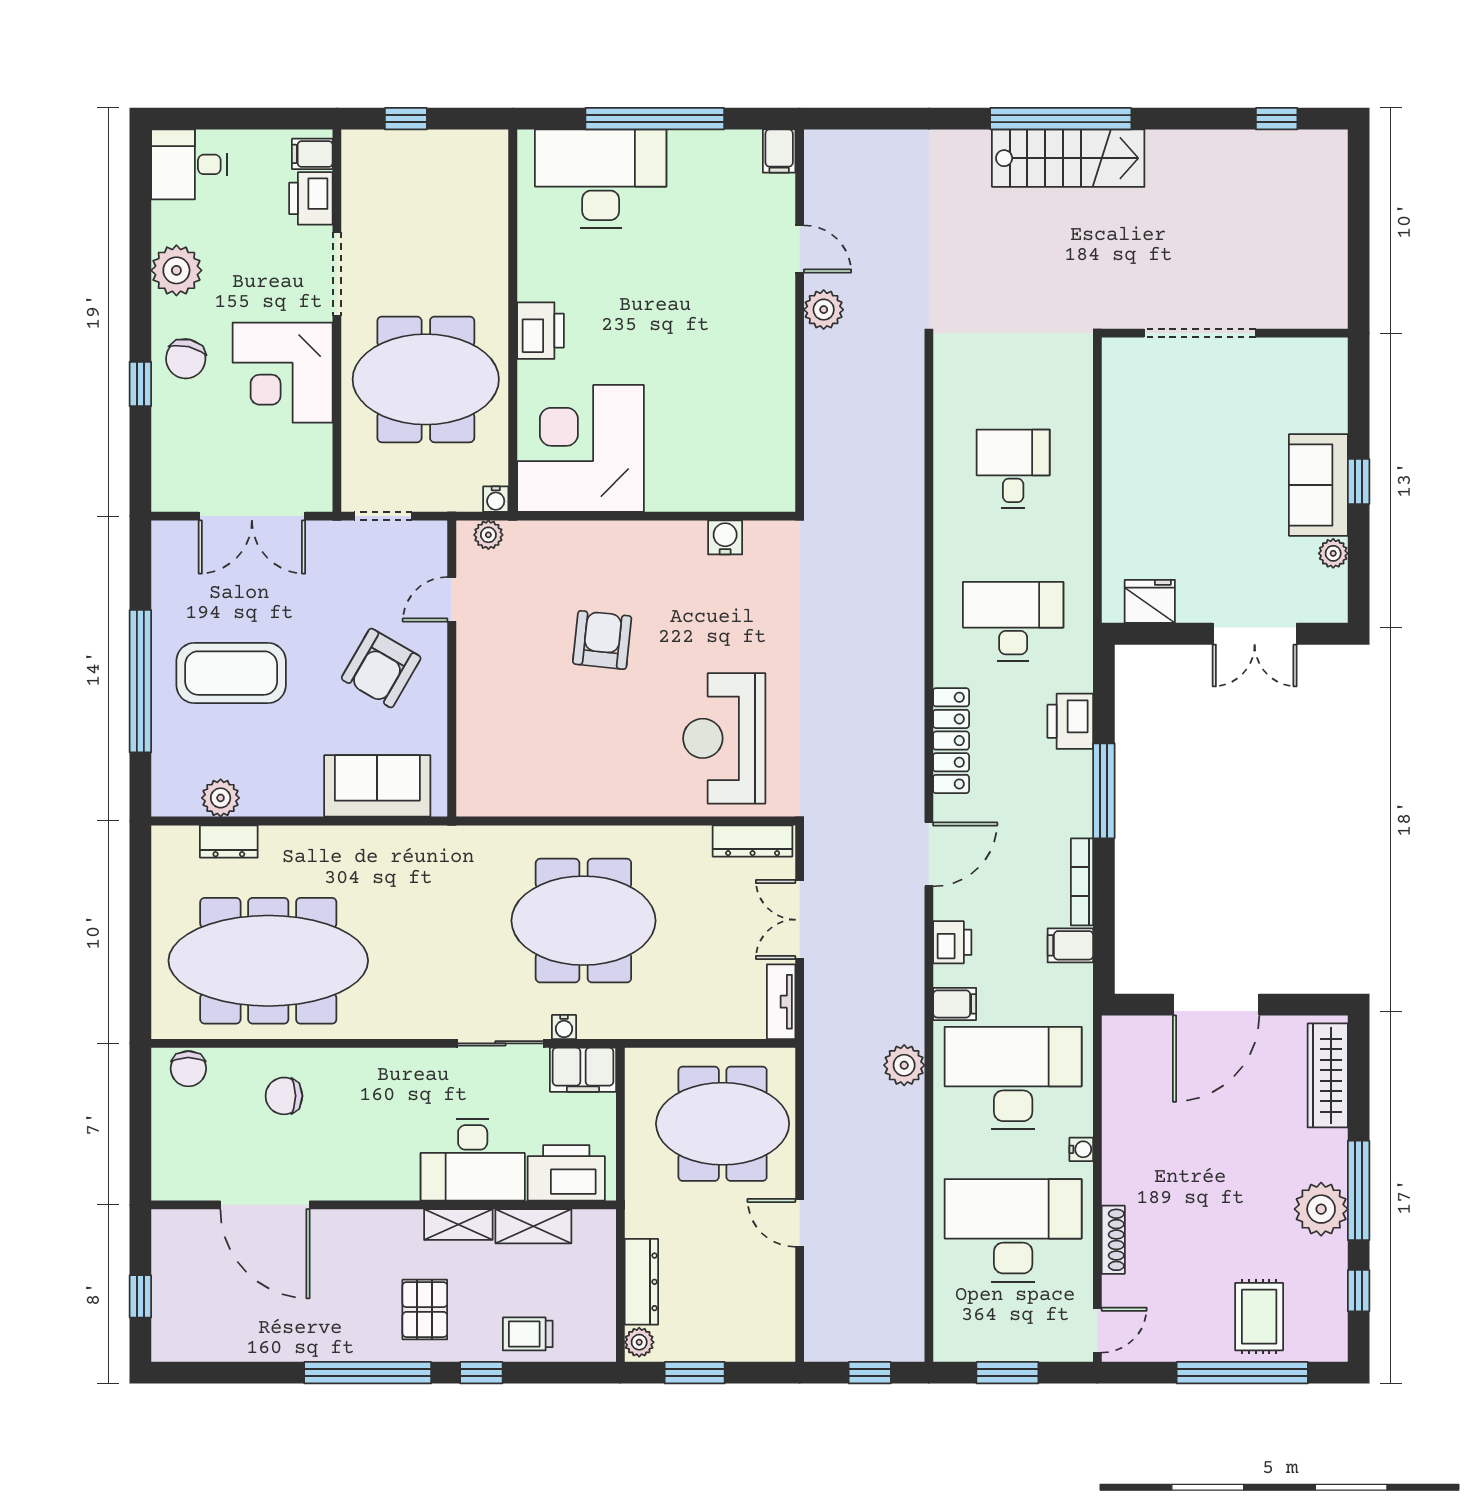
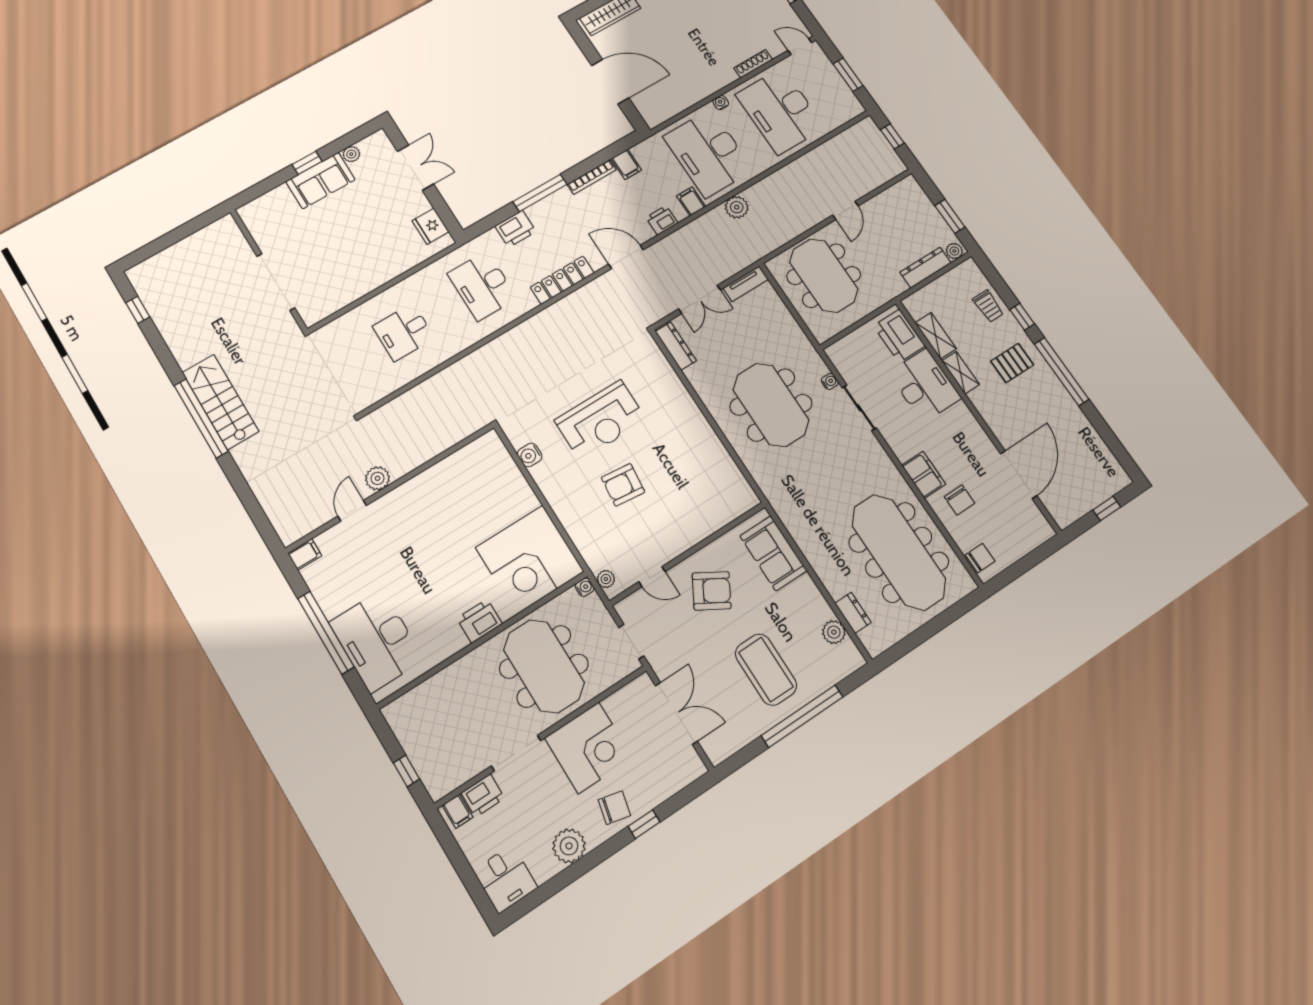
reception desk: (724, 738) -> (600, 420), moved
filing cabinet: (583, 1070) -> (924, 475), moved

